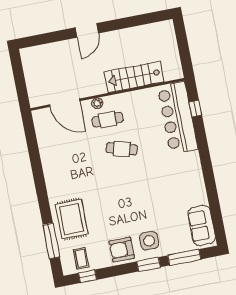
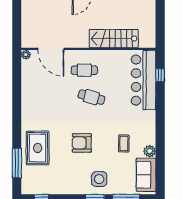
plant: (97, 103) -> (26, 55), moved
plant: (200, 198) -> (150, 151), added
armchair: (122, 250) -> (82, 143), moved
coffee table: (81, 258) -> (124, 143), moved

